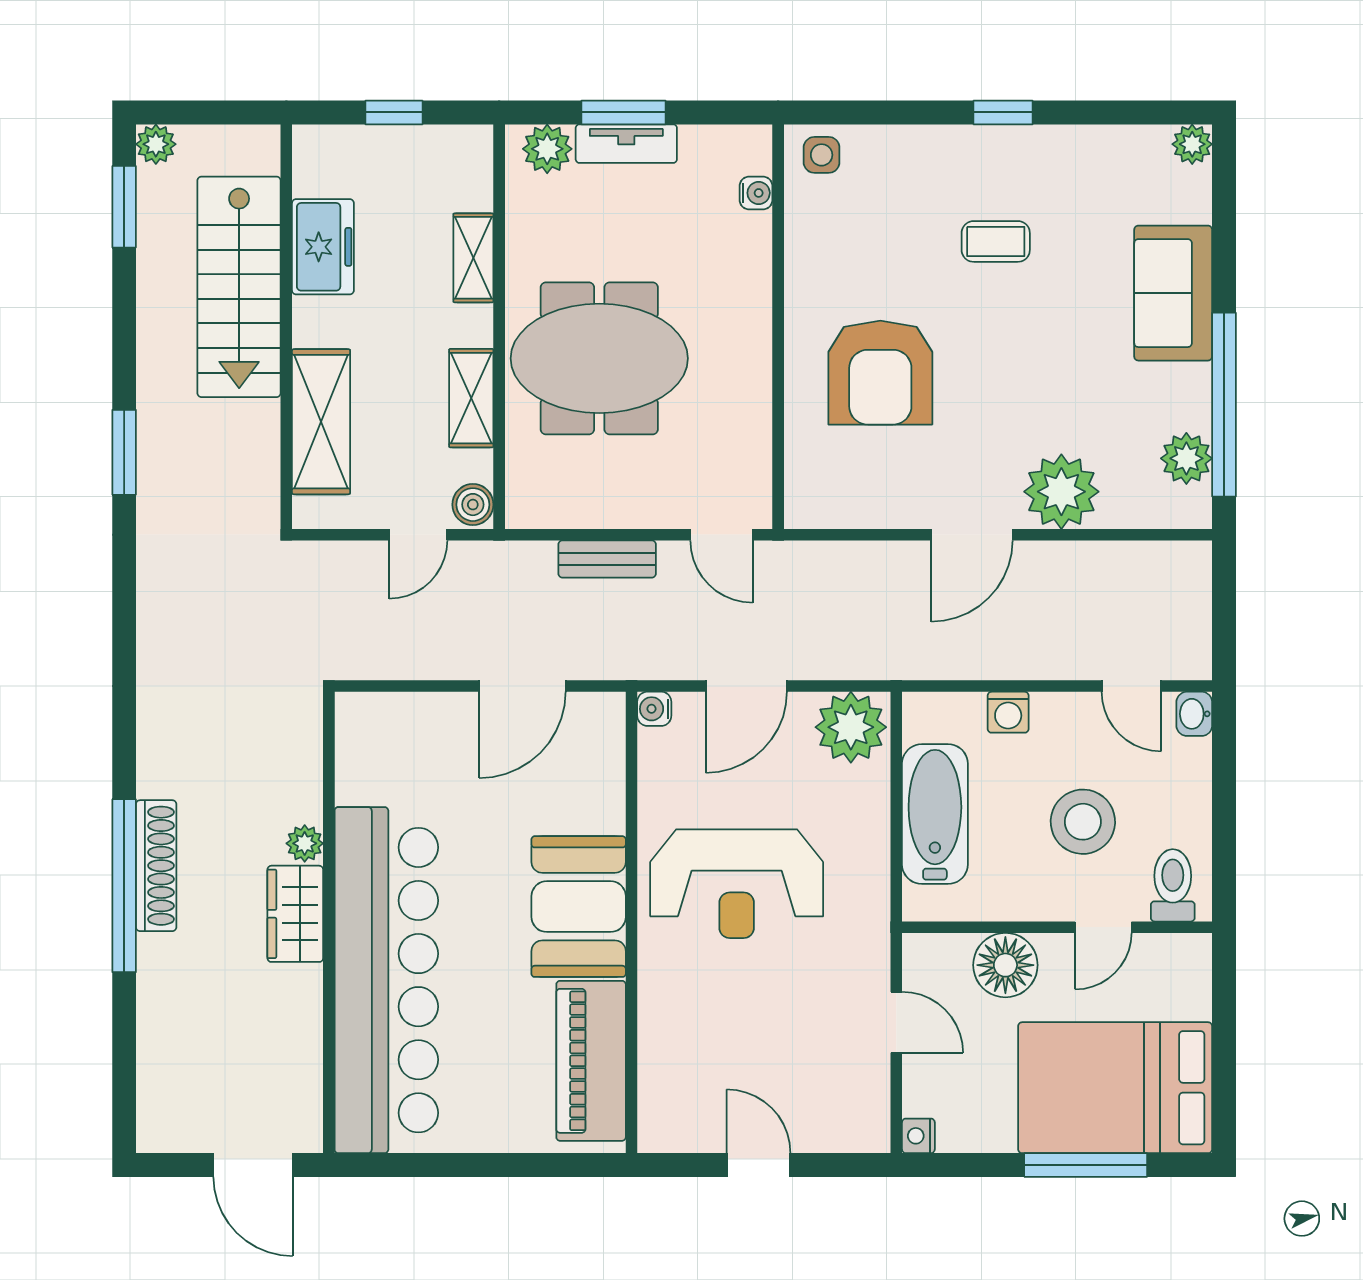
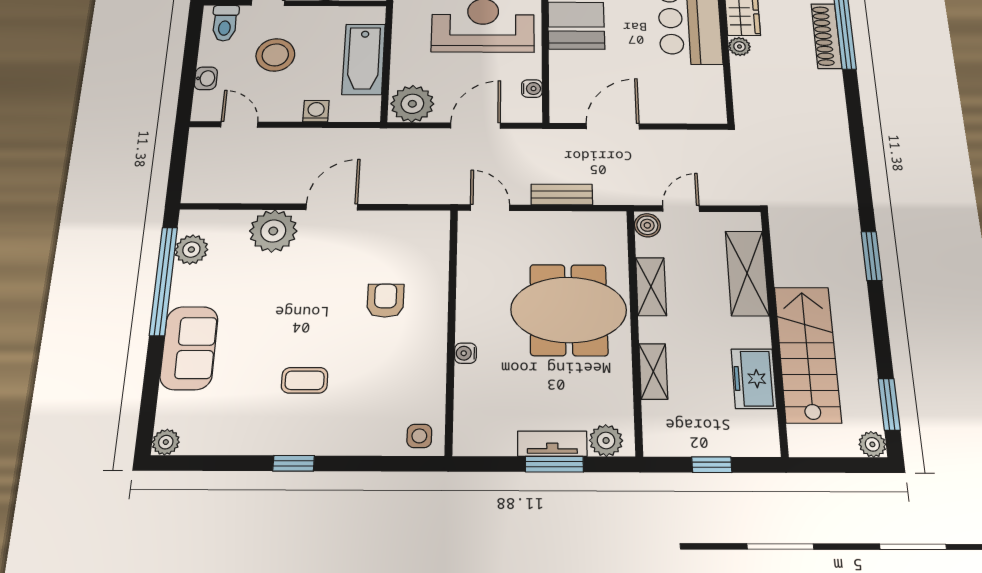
water cooler: (756, 193) -> (465, 353), moved
armchair: (880, 373) -> (385, 301), width x0.53, depth x0.53
water cooler: (654, 709) -> (532, 89), moved
washbasin: (1194, 714) -> (206, 78), moved

